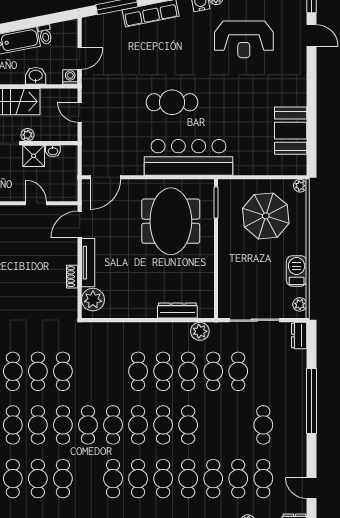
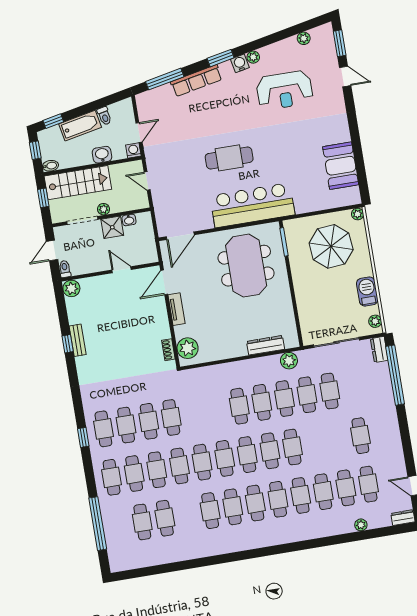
tv unit: (88, 263) -> (177, 309), width x0.71
shoe rack: (72, 277) -> (168, 350), moved
window: (312, 401) -> (395, 375), moved
cafe table: (63, 479) -> (210, 511), moved

